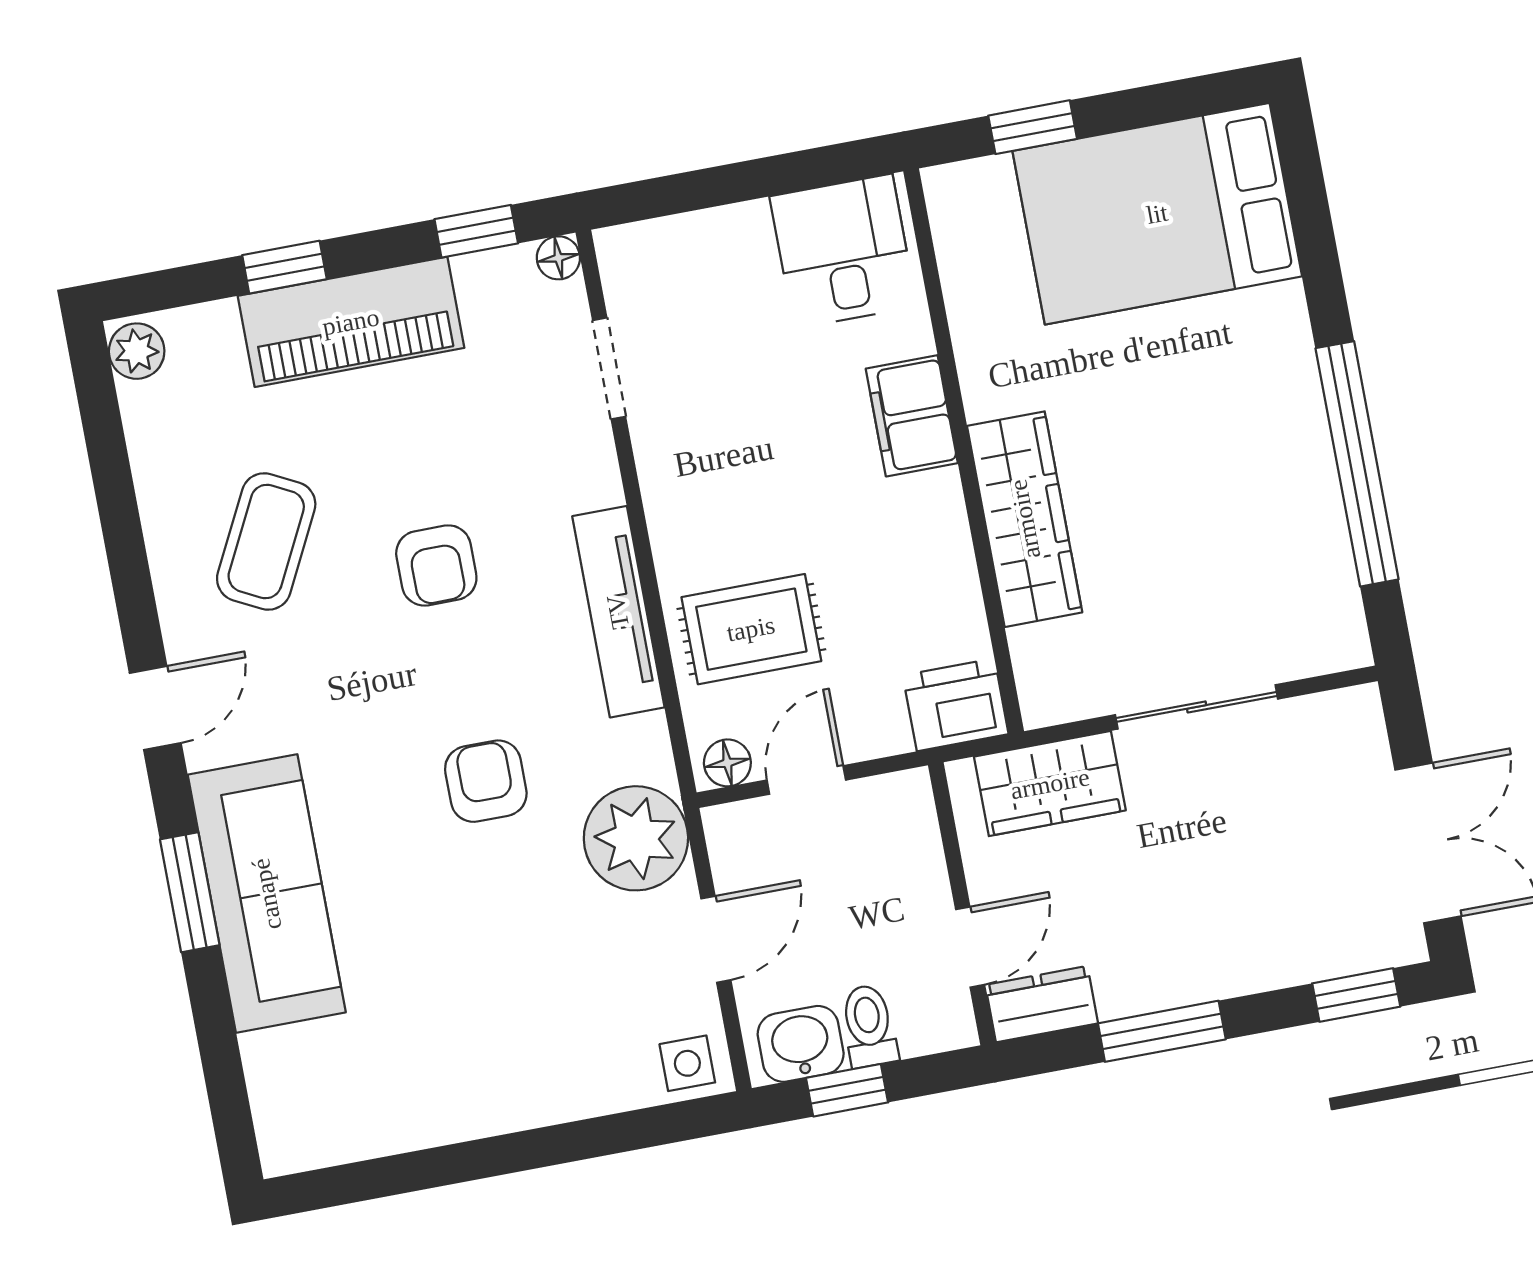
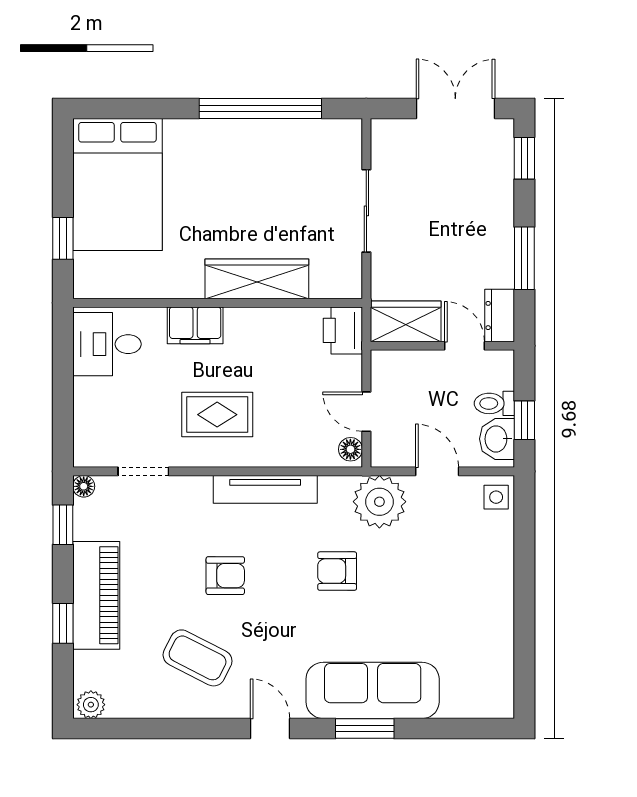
rug: (751, 629) -> (217, 415), moved, turned 90
wardrobe: (1050, 784) -> (406, 321), moved, turned -90

